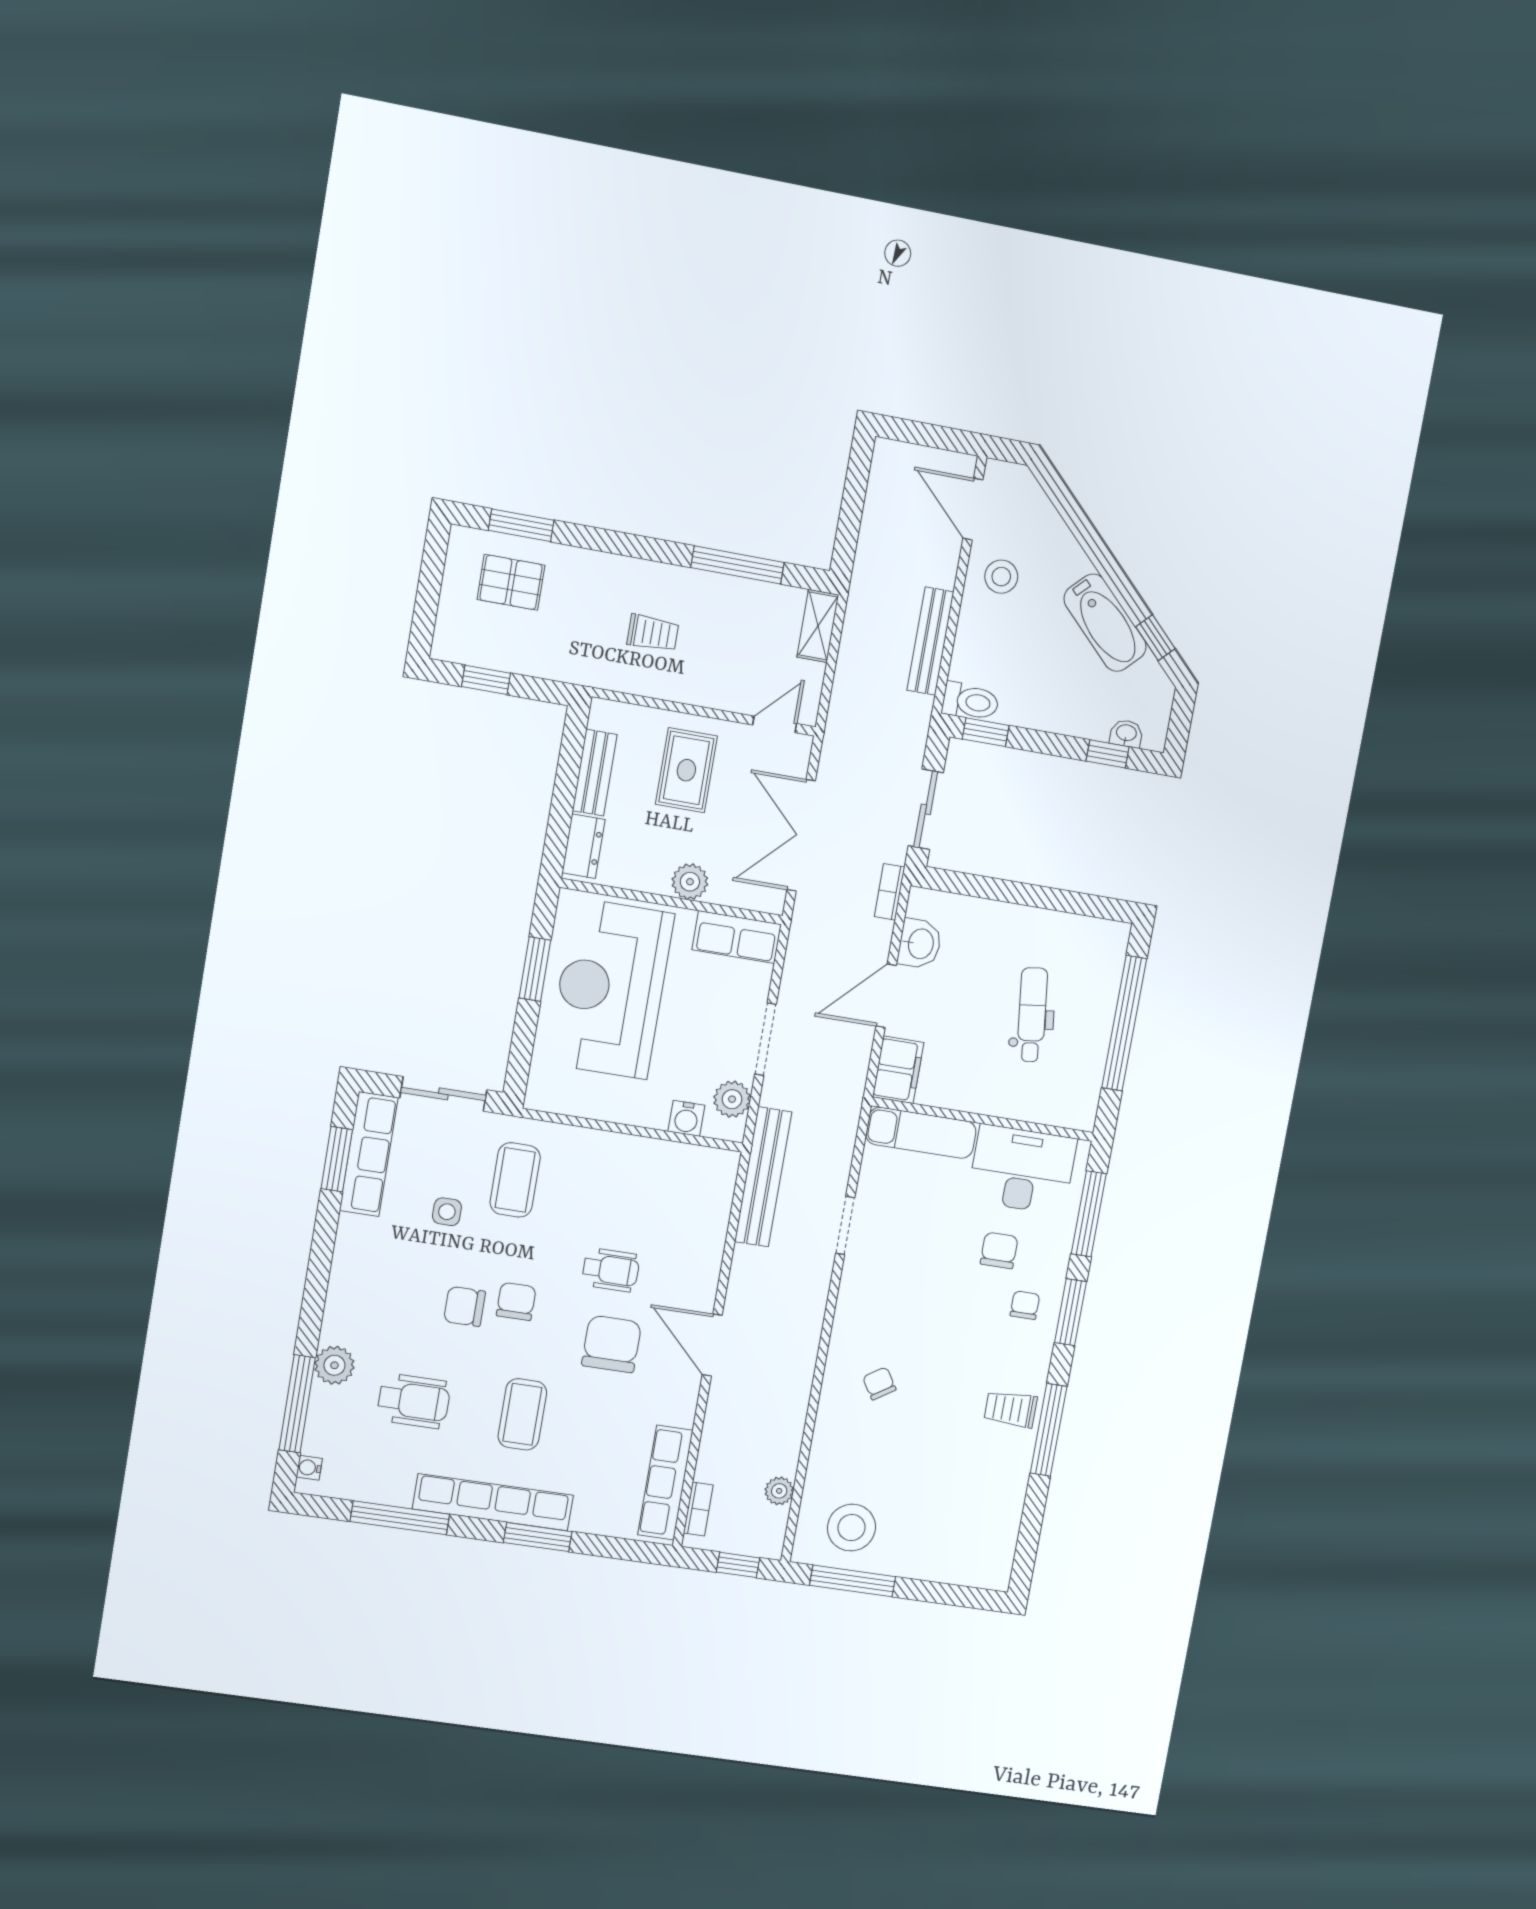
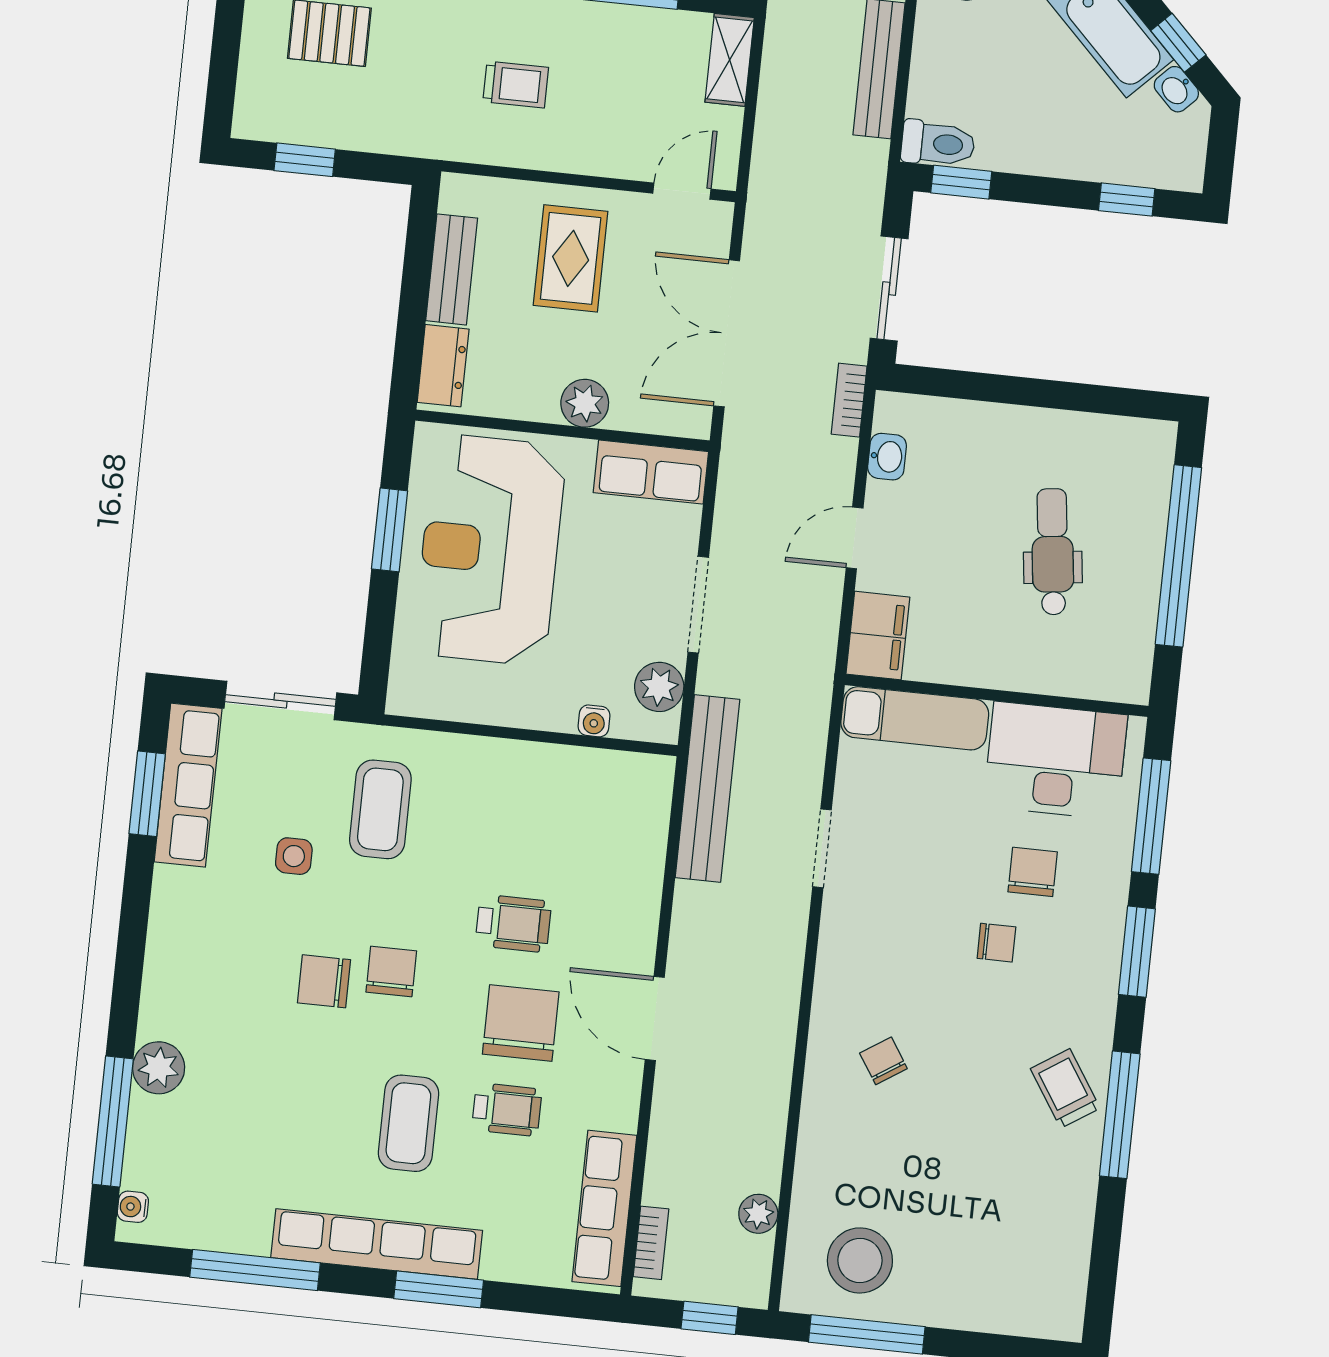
washbasin: (1126, 733) -> (1176, 89), moved, turned -135
washbasin: (920, 944) -> (887, 457), width x0.72, depth x0.69
door: (886, 996) -> (855, 538), width x0.73
water cooler: (686, 1118) -> (594, 721), width x0.72, depth x0.72
chair: (1025, 1305) -> (996, 943), moved, turned 90
wheelchair: (414, 1401) -> (507, 1110), moved, width x0.73, depth x0.73
trolley: (1011, 1409) -> (1065, 1088), turned 57

